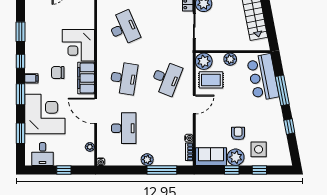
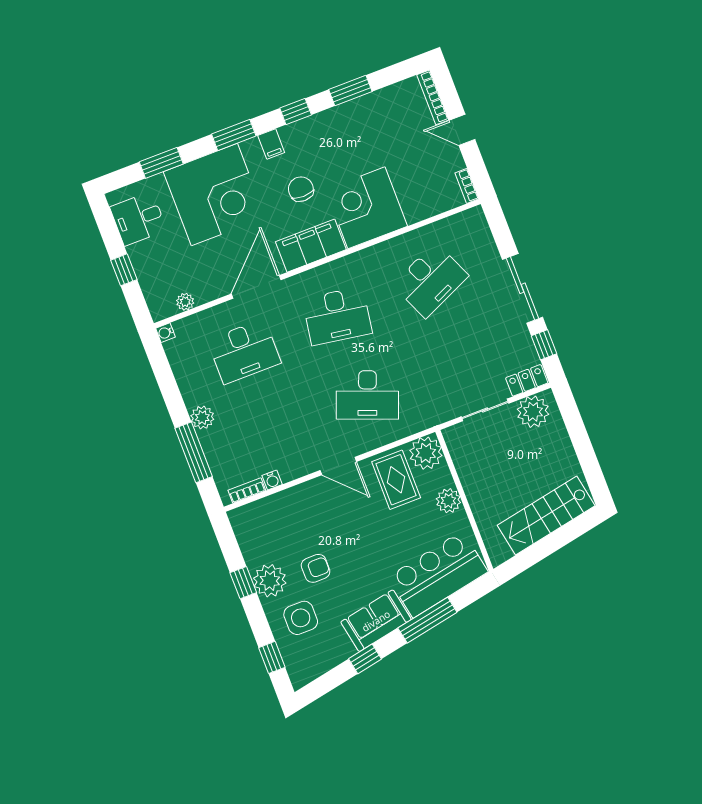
sofa: (211, 157) -> (376, 621), moved, turned -101
window: (259, 170) -> (272, 657), moved

